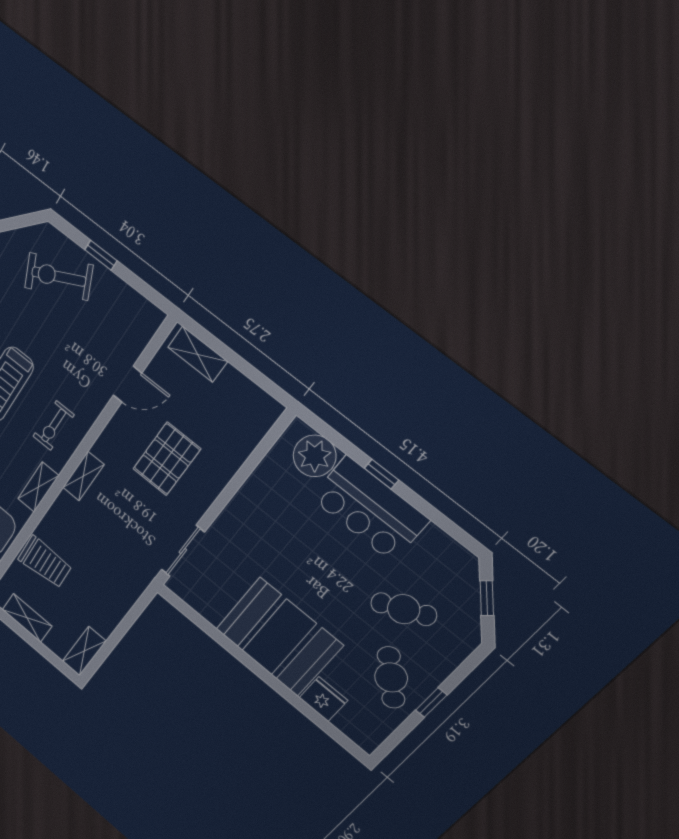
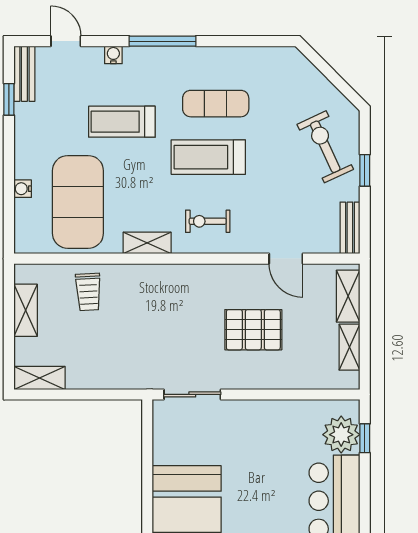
bench: (140, 307) -> (350, 228), added
window: (381, 474) -> (365, 438), moved
shelving: (83, 476) -> (349, 347), moved, turned 90
trolley: (45, 562) -> (88, 292), width x0.73, depth x0.72

